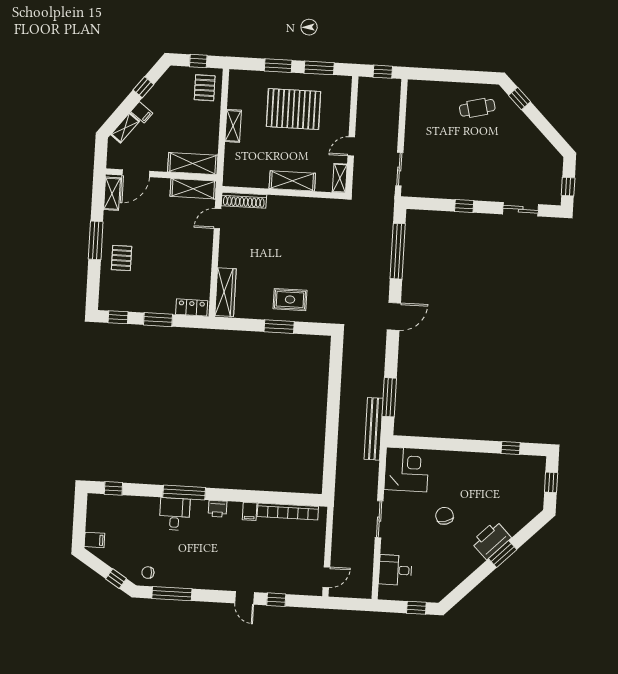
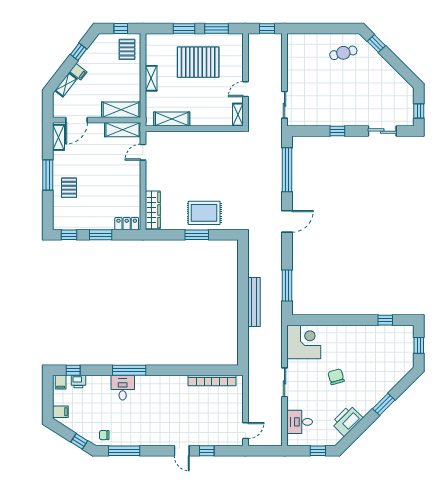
shelving: (292, 181) -> (172, 119), moved
shoe rack: (244, 200) -> (163, 136), removed
rug: (290, 300) -> (204, 213), width x1.36, depth x1.43
bench: (374, 429) -> (254, 302), moved
printer: (218, 509) -> (78, 381), moved
filing cabinet: (250, 511) -> (61, 382), moved
printer: (491, 540) -> (347, 421), moved

